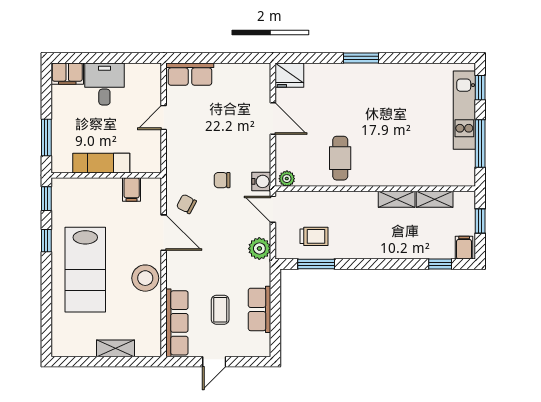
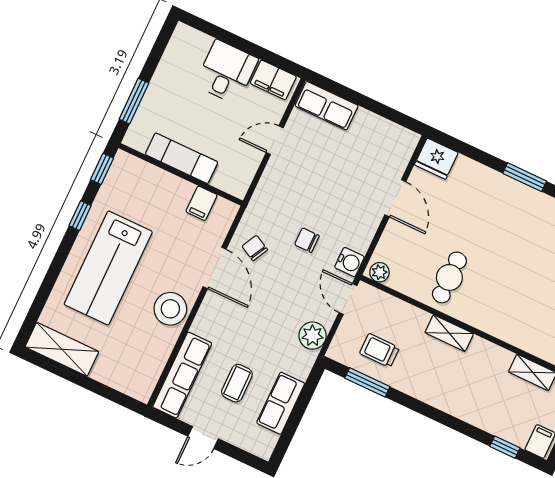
filing cabinet: (67, 74) -> (273, 80), moved
shelving: (397, 199) -> (449, 333), moved
trolley: (314, 236) -> (379, 350), turned 180
shelving: (115, 348) -> (62, 349), moved, width x1.50, depth x1.33

